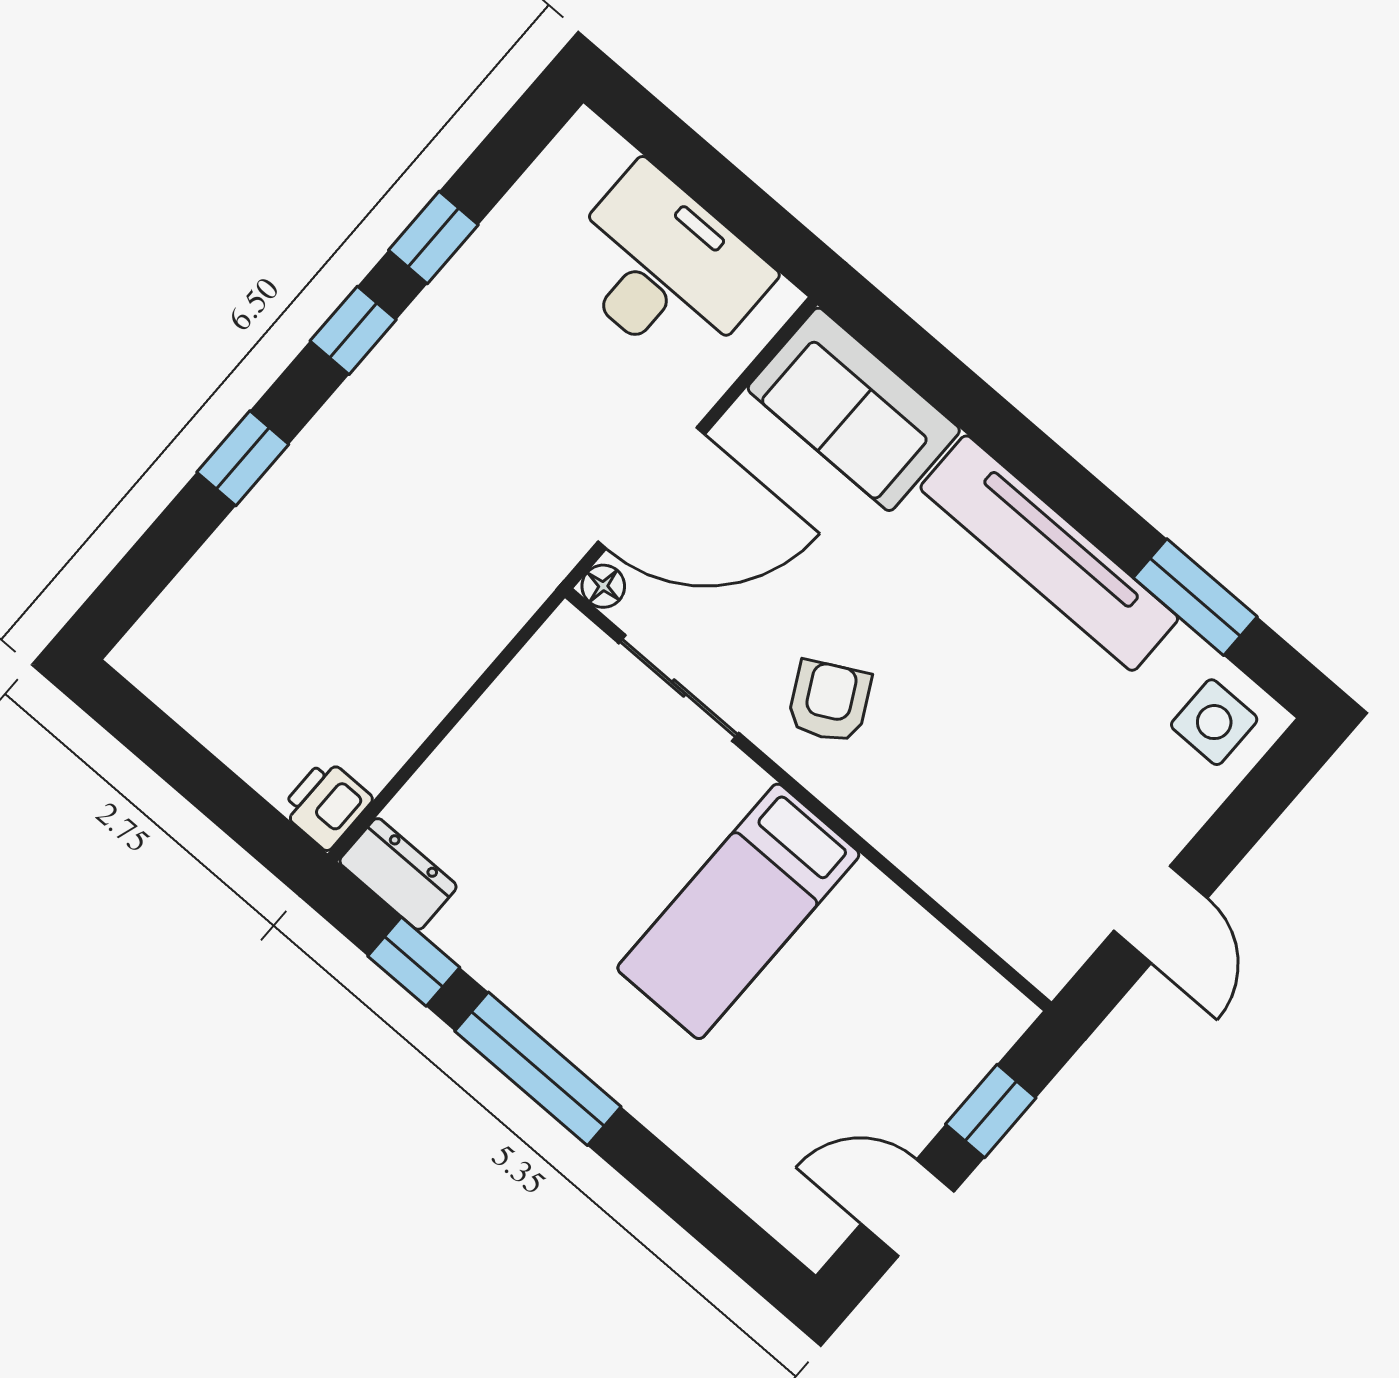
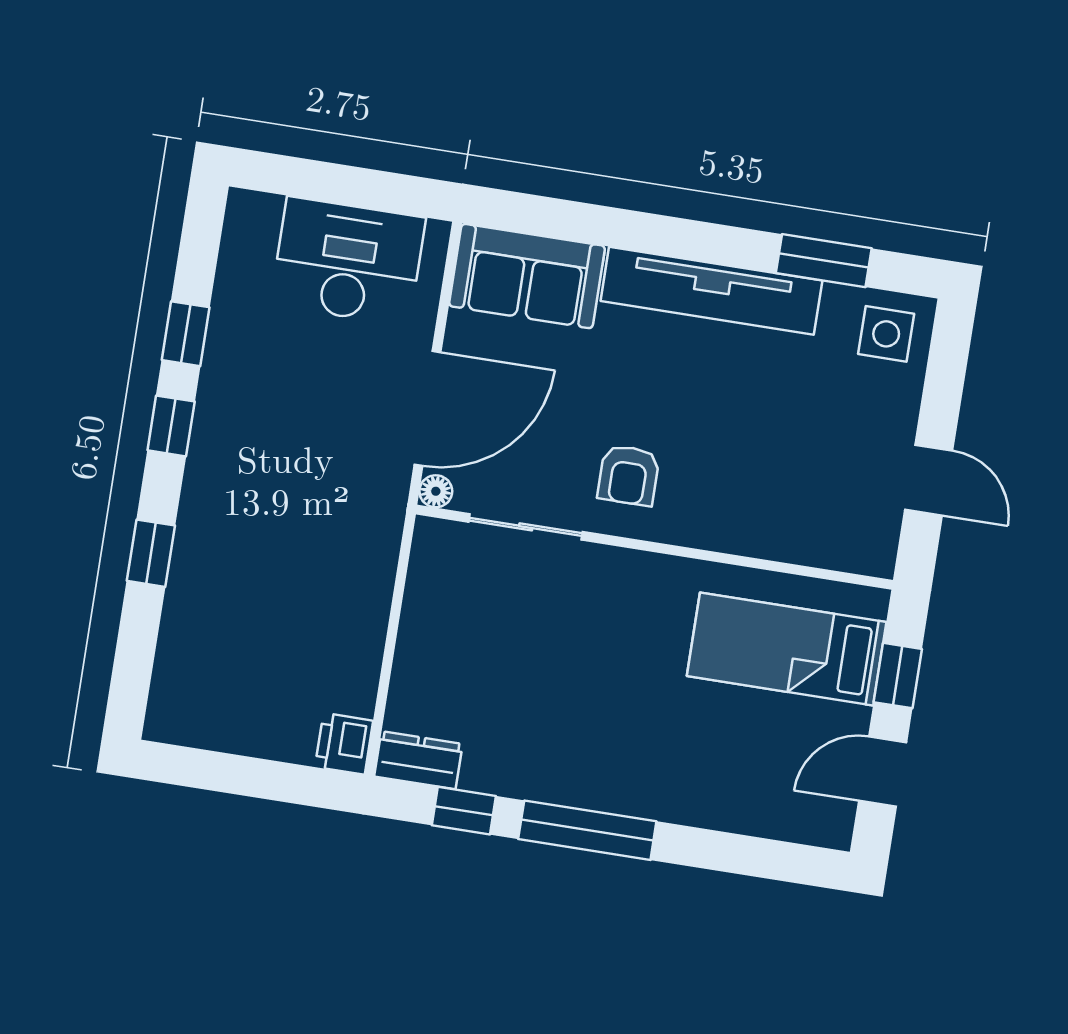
armchair: (829, 702) -> (629, 475), turned -152
bed: (738, 911) -> (787, 649), moved, turned 90

